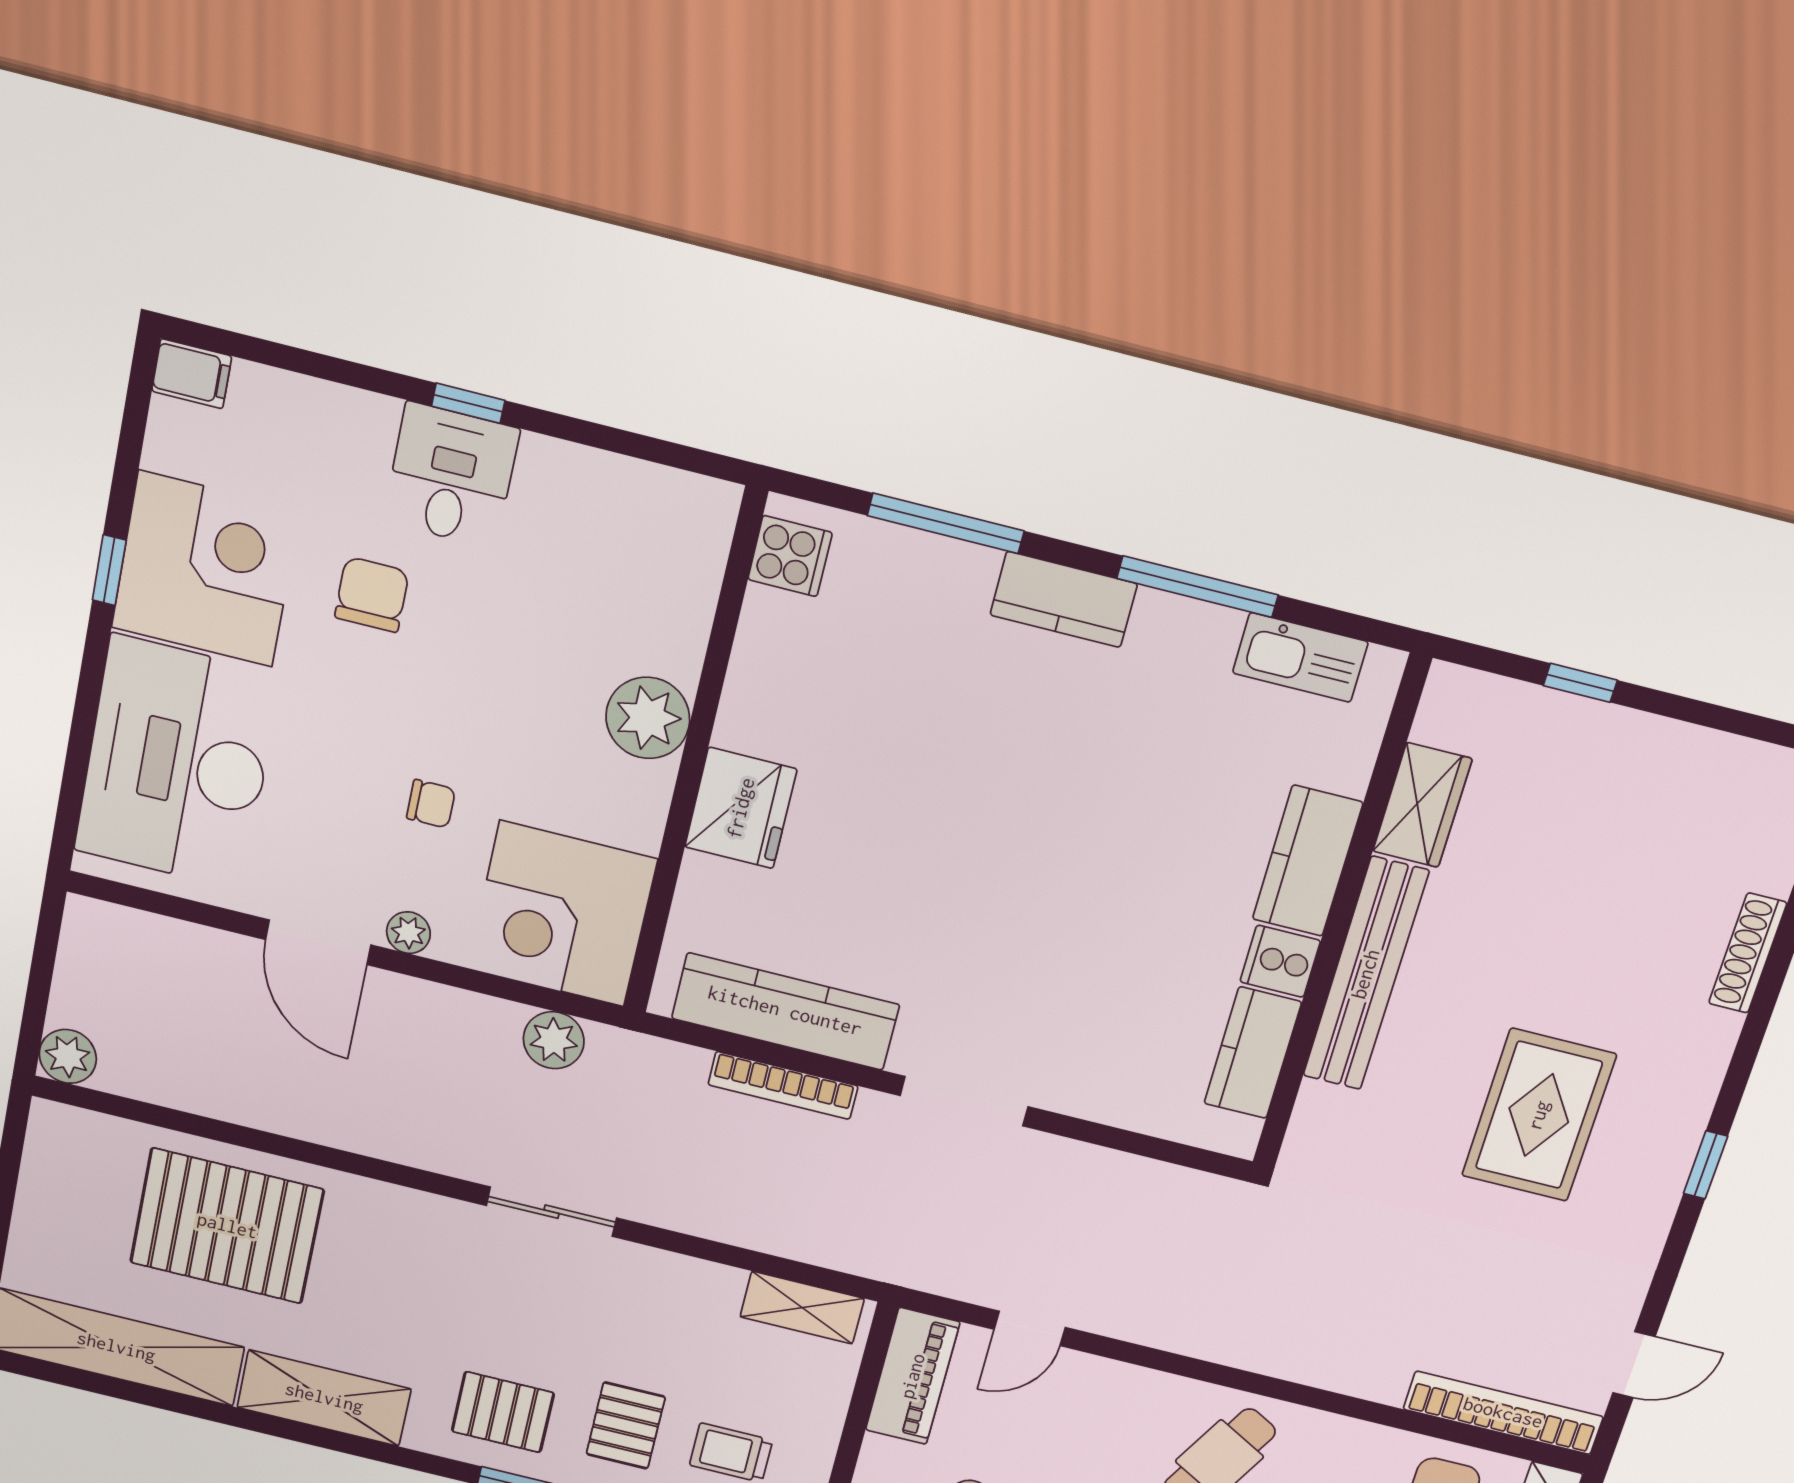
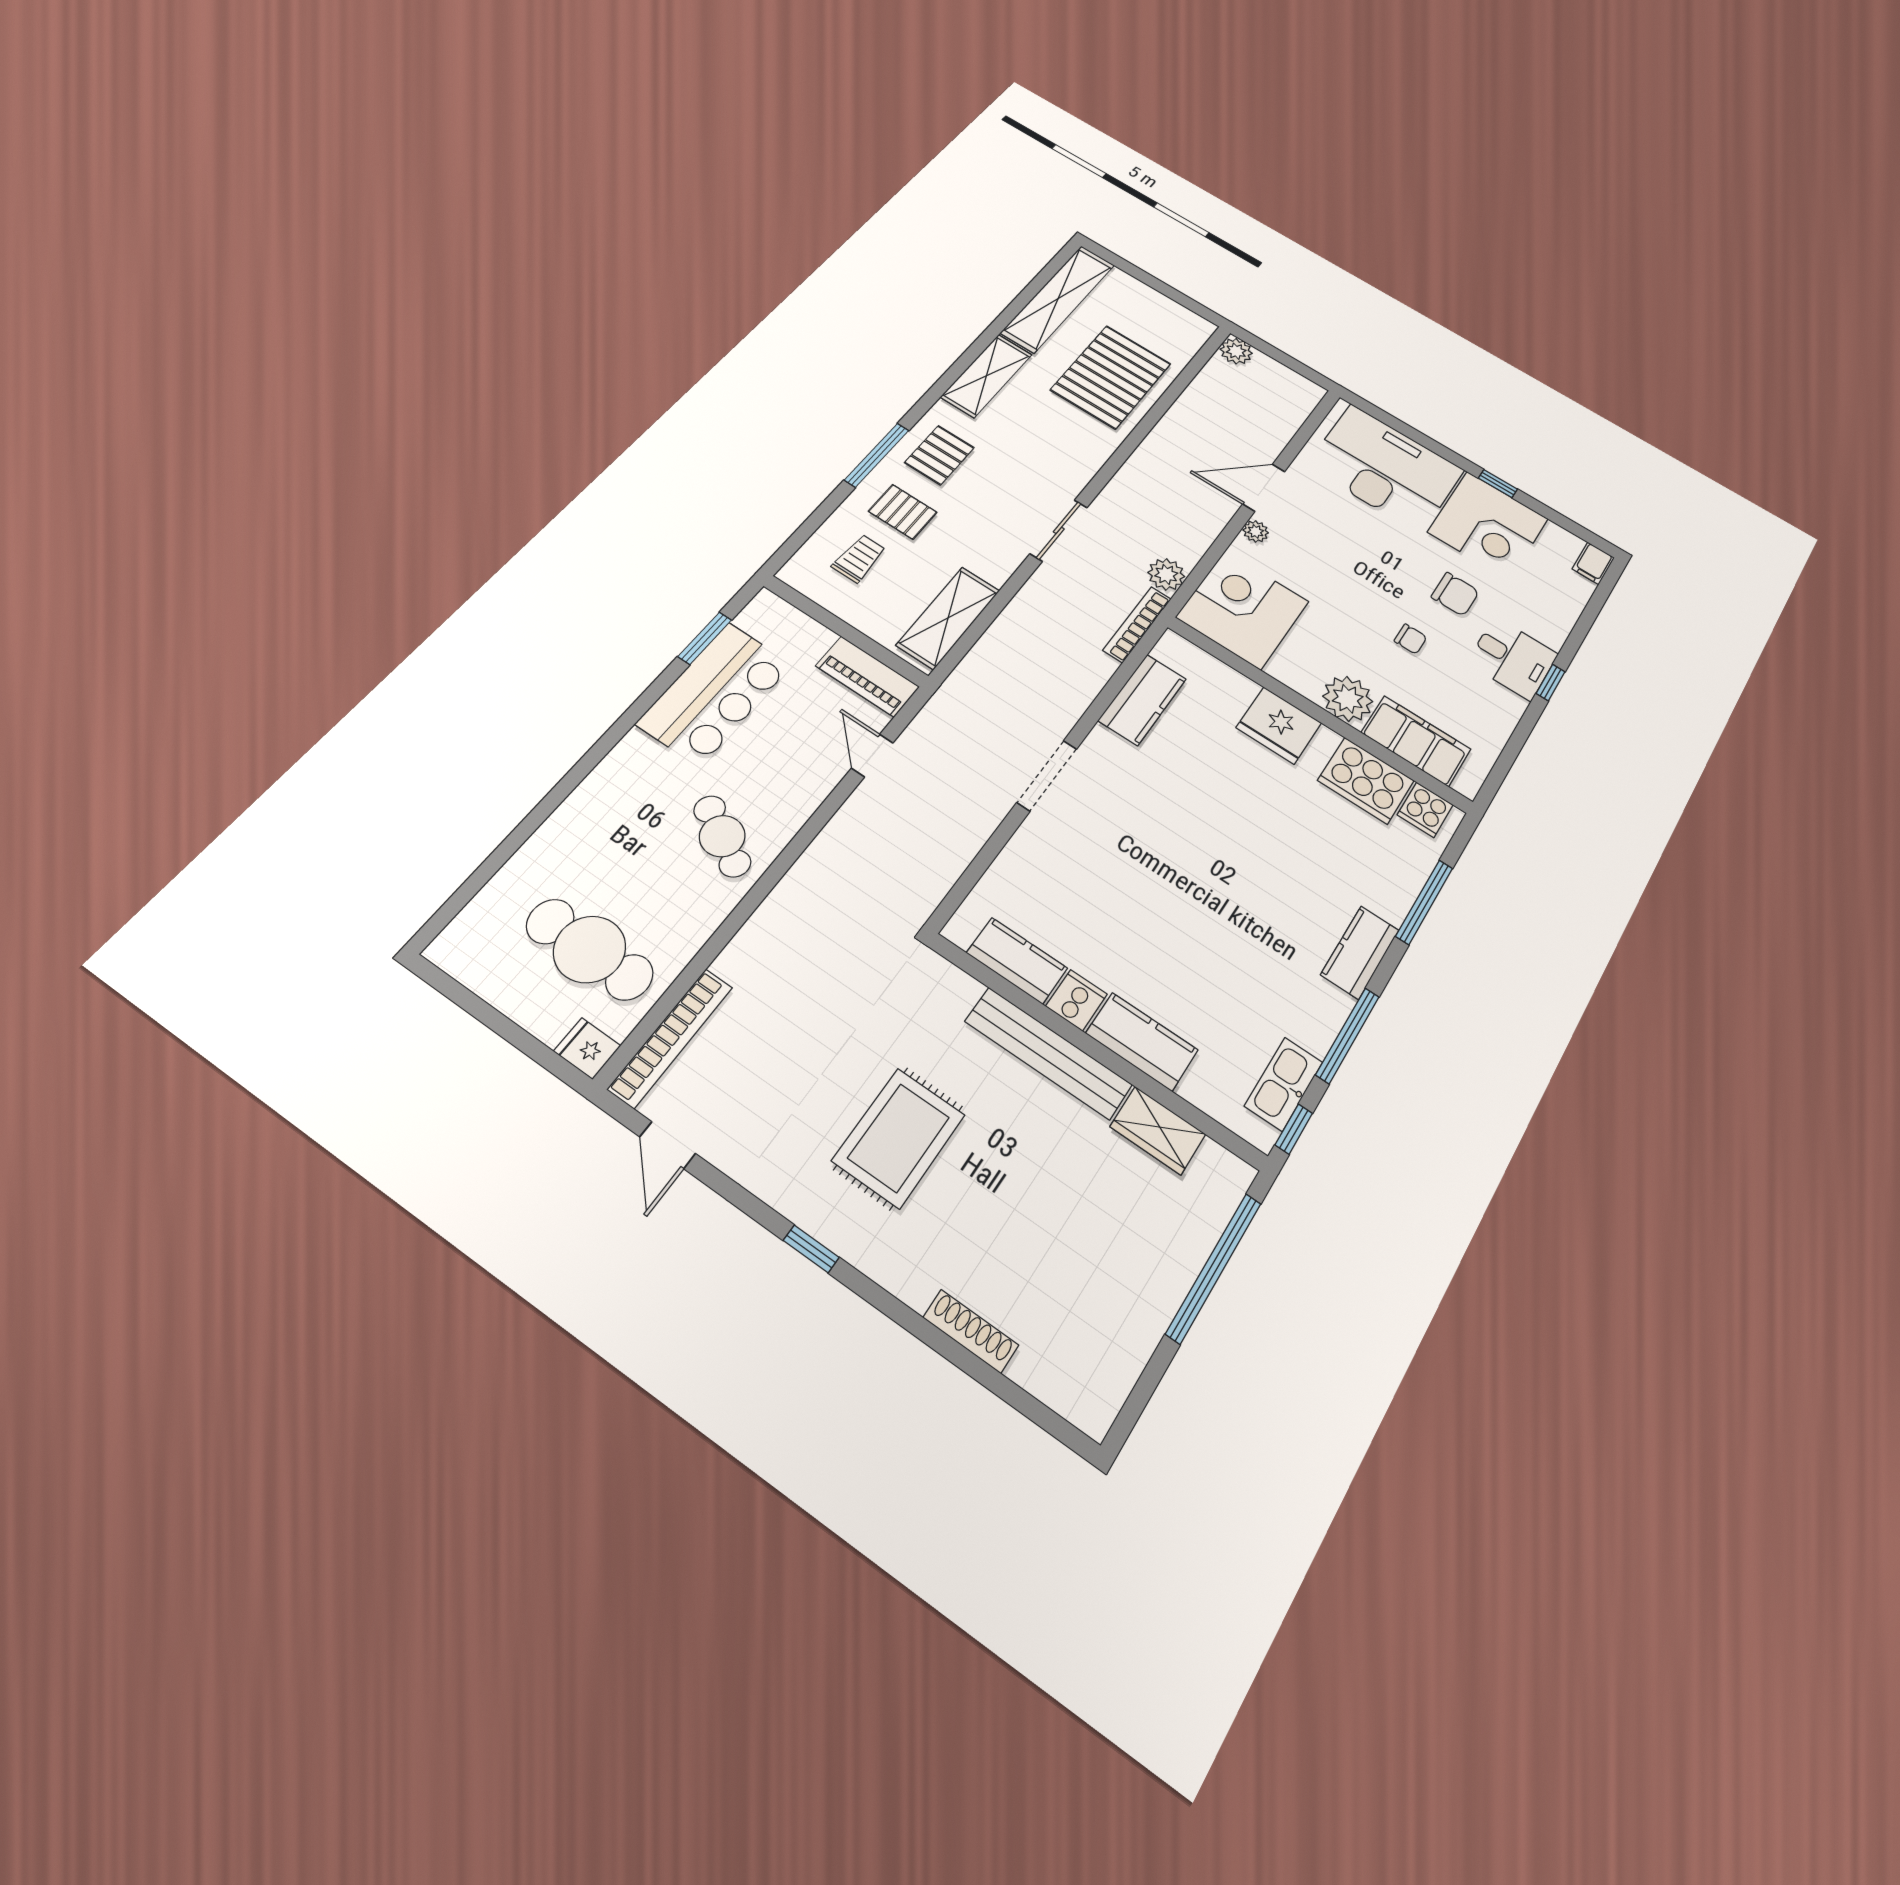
filing cabinet: (676, 597) -> (1416, 741), added
window: (1359, 627) -> (1294, 1129), added
cooker: (778, 657) -> (1366, 781), added
window: (1580, 683) -> (1214, 1268), width x3.17
chair: (431, 804) -> (1410, 639), moved, turned -90
kitchen counter: (785, 1011) -> (1142, 700), width x0.67
bookcase: (783, 1085) -> (1137, 624), moved
rug: (1539, 1115) -> (899, 1138), turned 90
shelving: (802, 1308) -> (948, 618), width x1.50, depth x1.33

